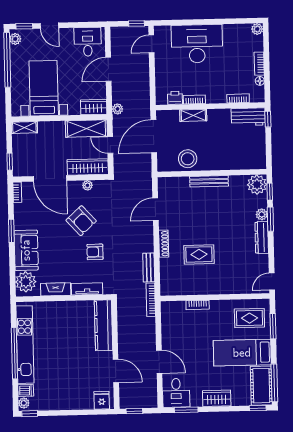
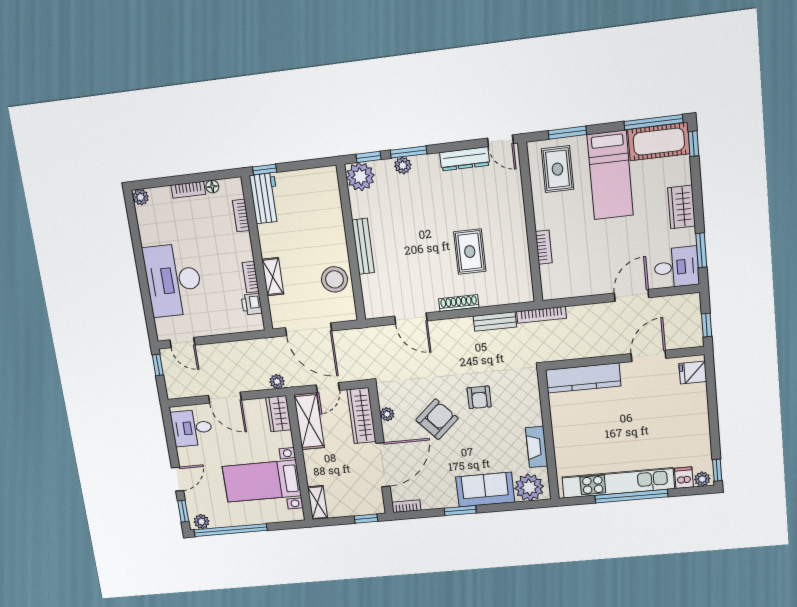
dresser: (262, 238) -> (465, 159), moved
tv unit: (87, 289) -> (533, 404), removed

